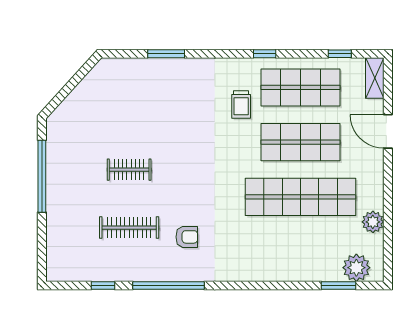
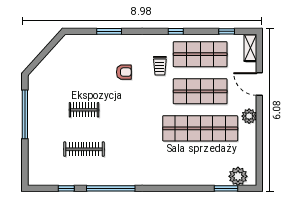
plant: (373, 222) -> (249, 116), moved
armchair: (187, 237) -> (124, 72), moved

